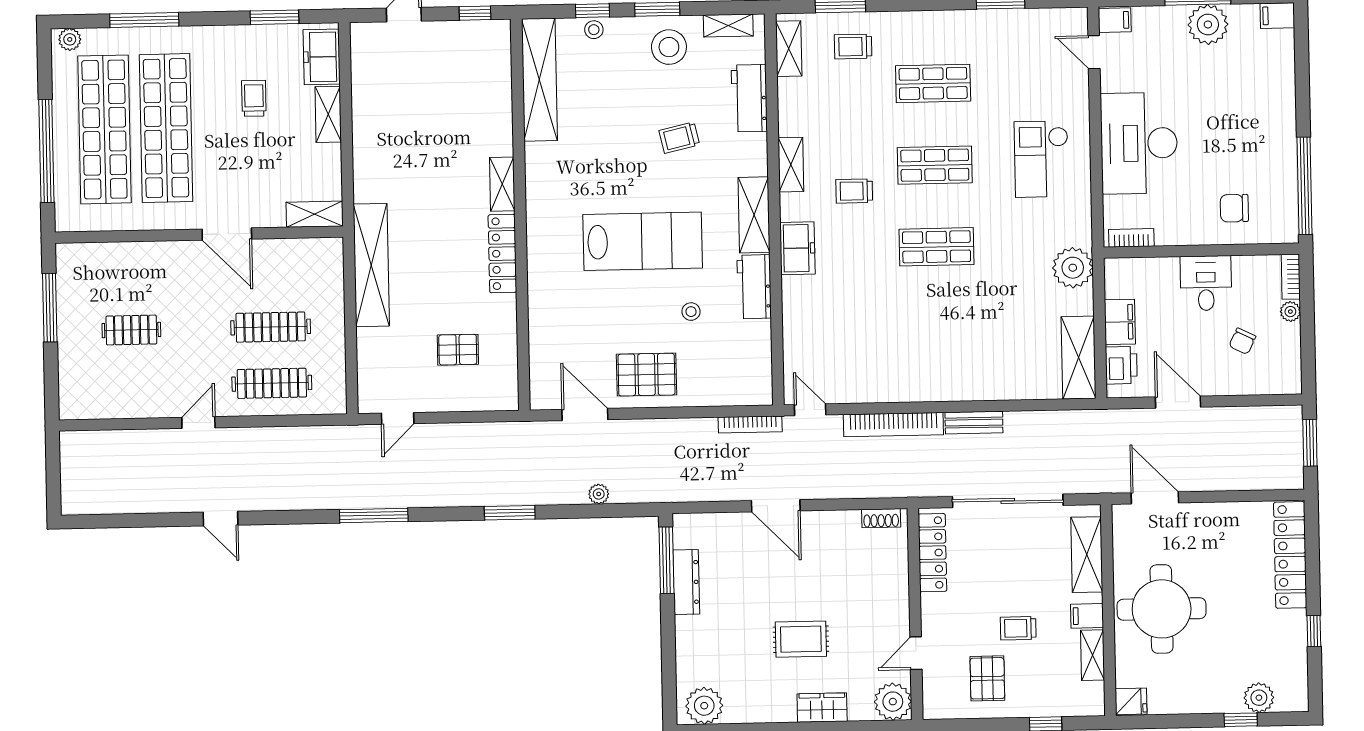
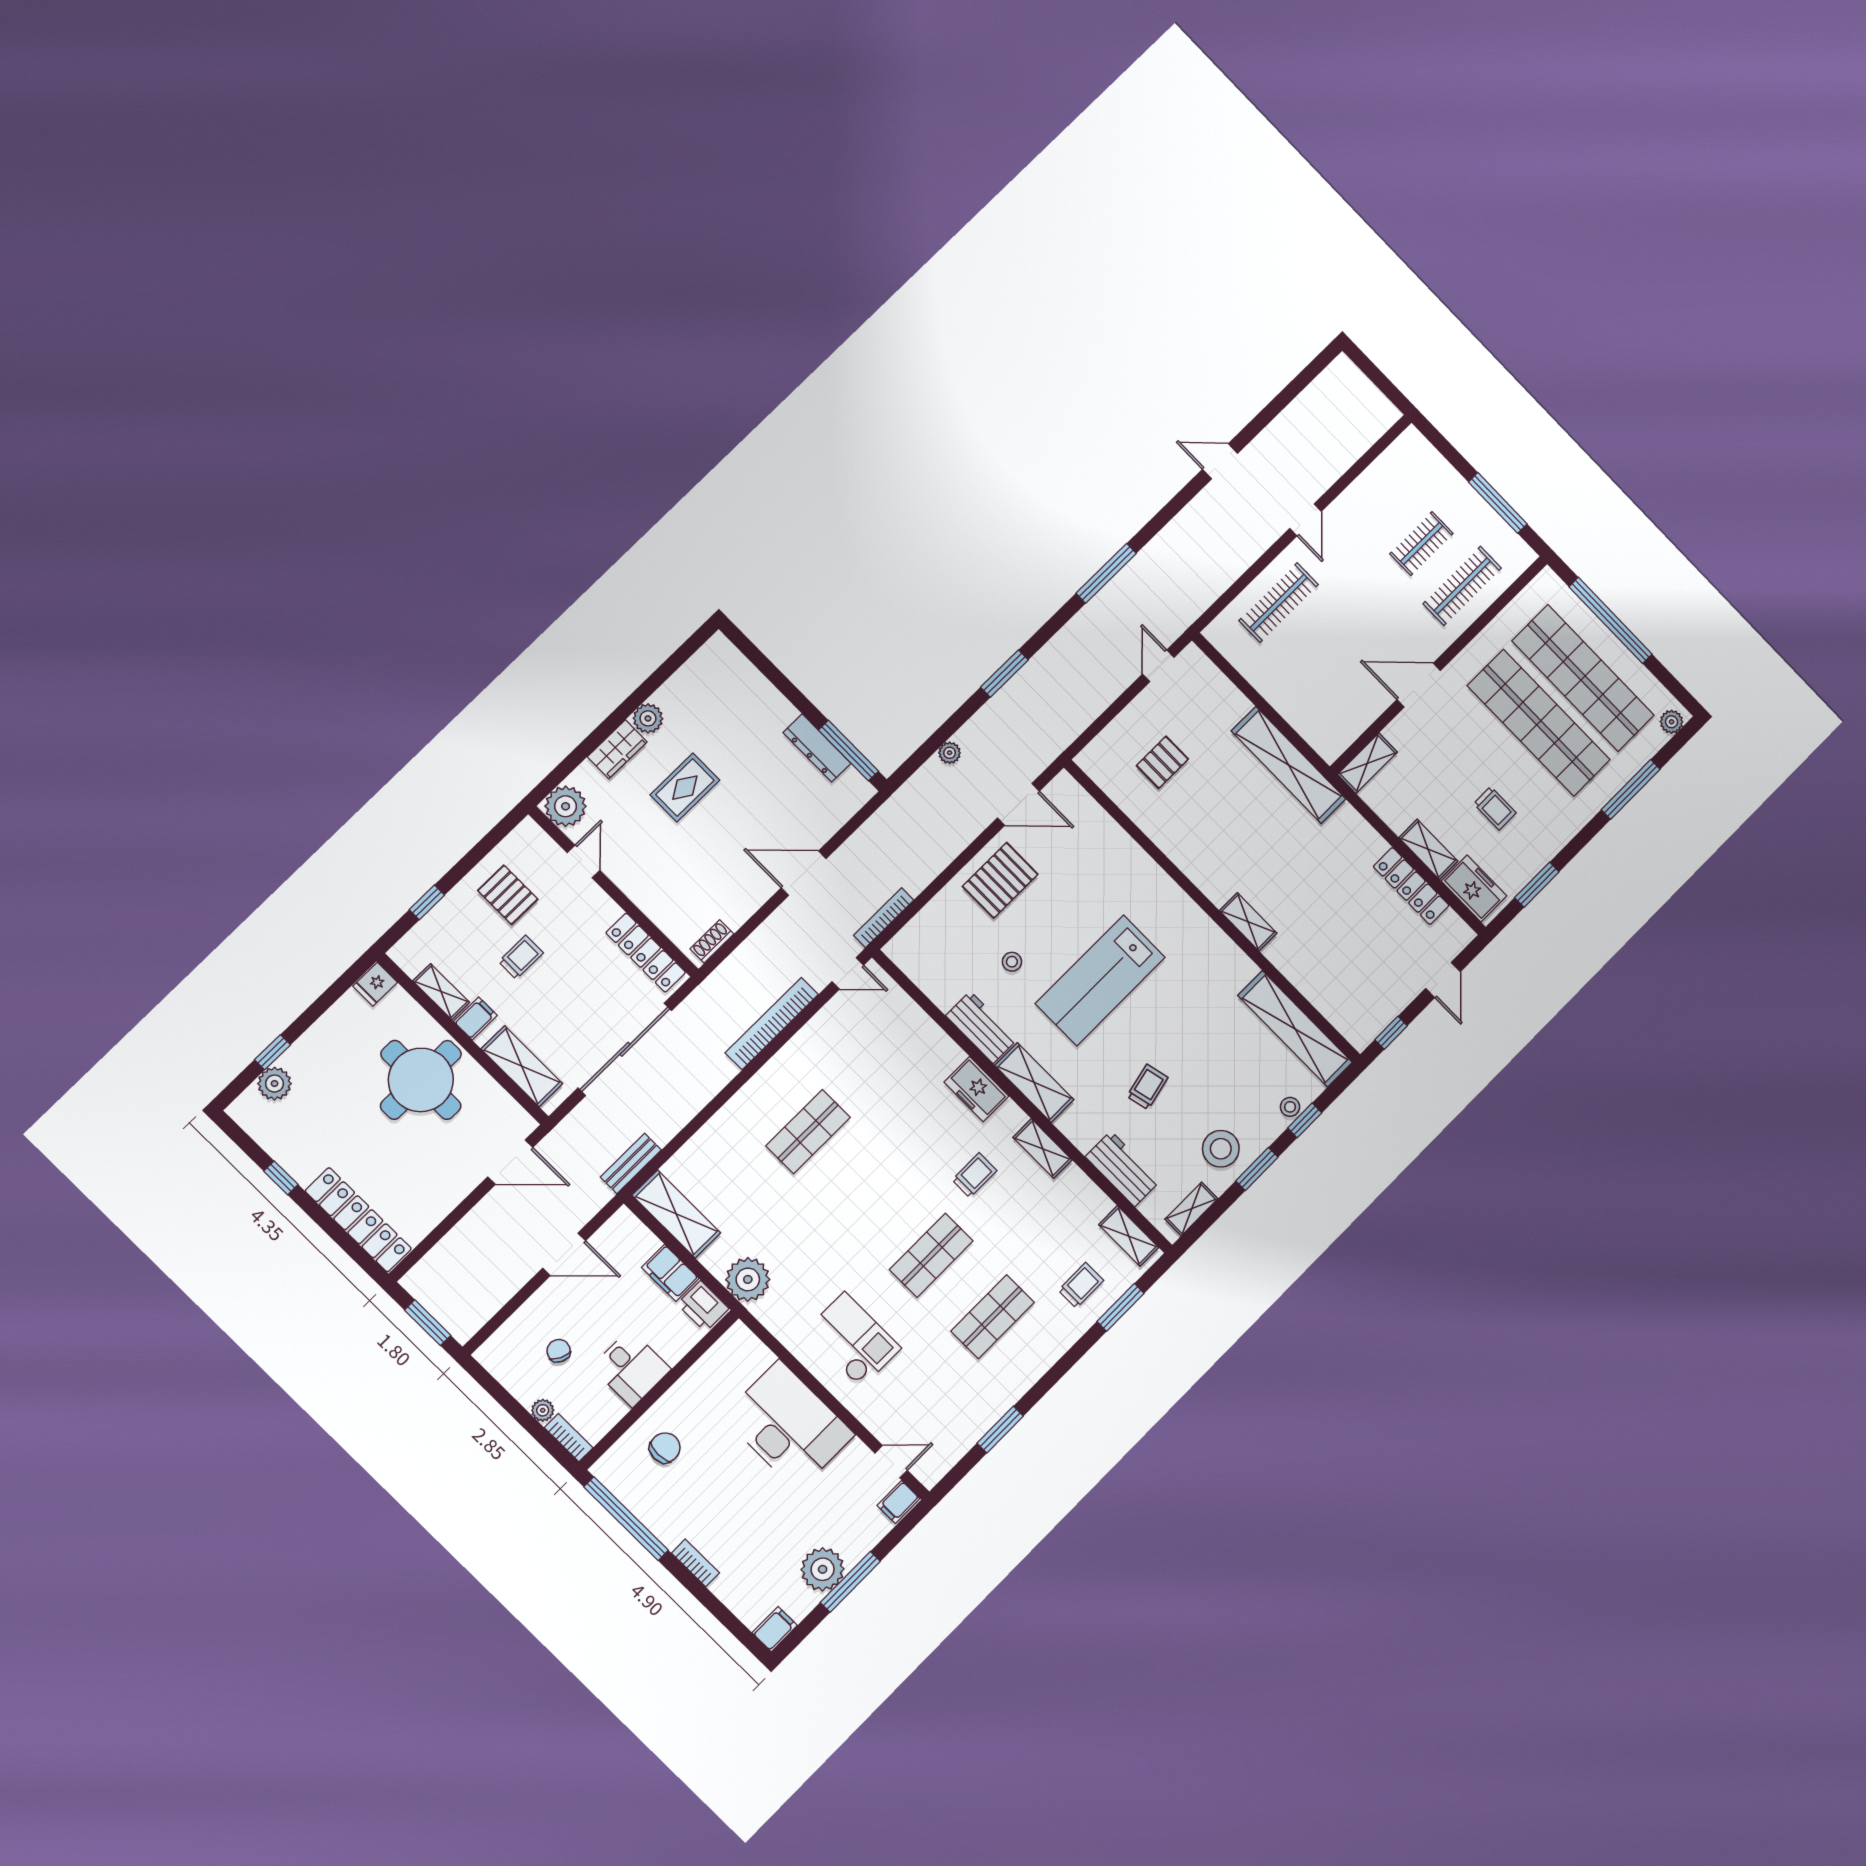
bookcase: (1131, 238) -> (695, 1563), moved, turned -90
shop shelf: (937, 247) -> (808, 1132), moved
locker: (502, 254) -> (1411, 886), moved, turned 180
clothes rail: (271, 327) -> (1462, 586), moved
printer: (1121, 365) -> (703, 1306), moved
bench: (974, 423) -> (631, 1164), moved
plant: (704, 706) -> (648, 718), moved, width x0.73, depth x0.73

